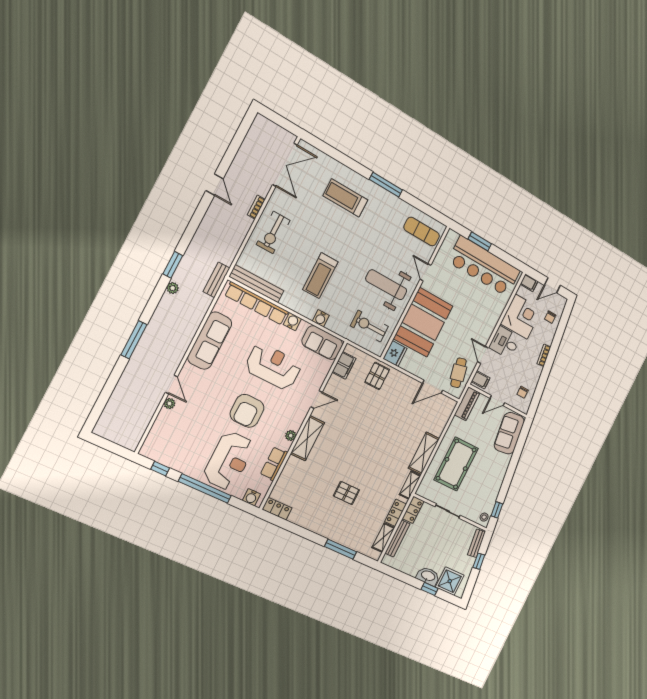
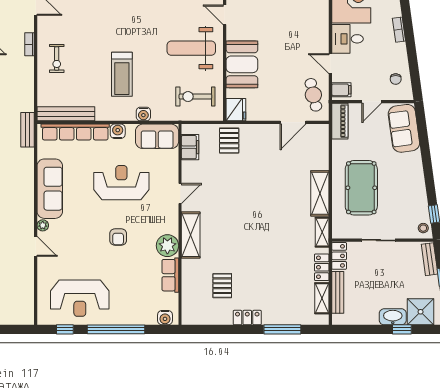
exercise bike: (273, 232) -> (57, 59), width x0.73, depth x0.72
booth: (423, 322) -> (242, 64), width x0.73, depth x0.70
plant: (169, 403) -> (43, 225), moved
armchair: (247, 411) -> (118, 237), width x0.53, depth x0.53
plant: (291, 436) -> (167, 246), width x1.87, depth x1.87
reception desk: (229, 461) -> (80, 298), moved, turned 90
pallet: (346, 493) -> (222, 286), moved, turned 90
locker: (277, 509) -> (247, 318), moved

